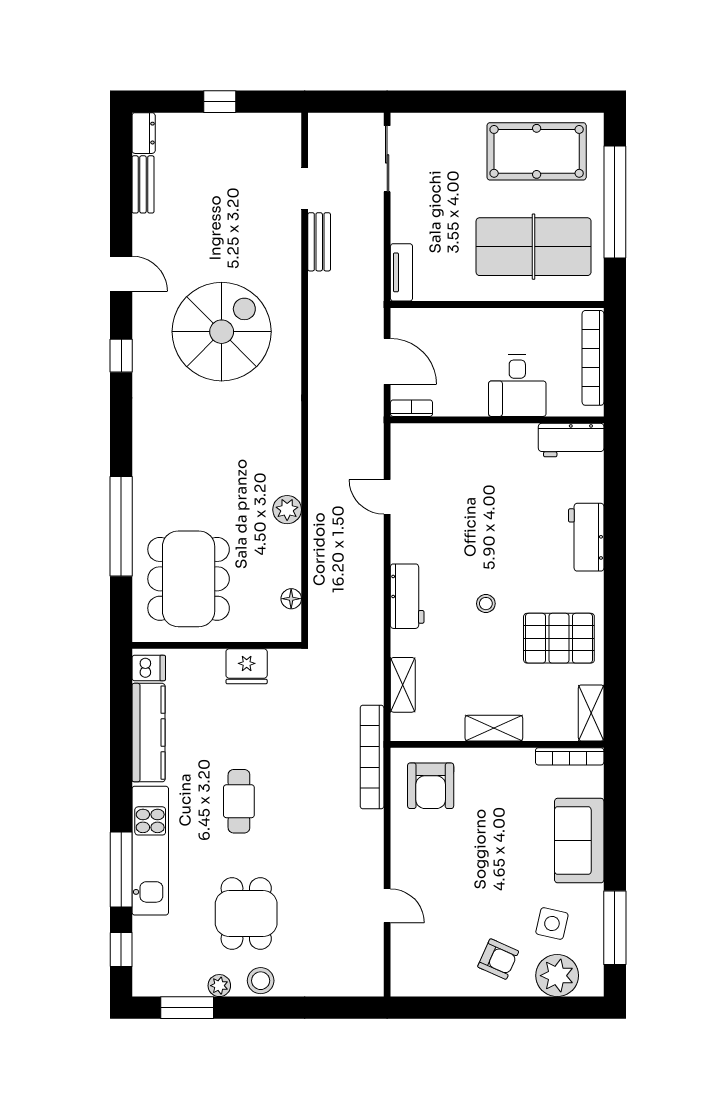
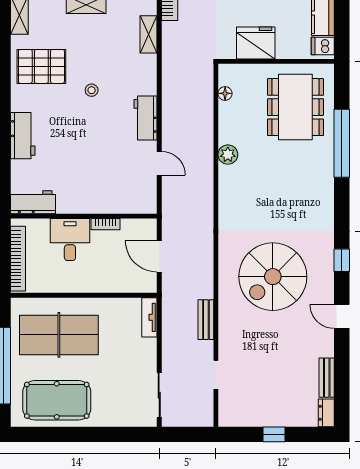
bench: (319, 242) -> (206, 320), moved
bookcase: (411, 408) -> (106, 224), moved
workbench: (407, 596) -> (146, 118), moved
fridge: (247, 666) -> (256, 43), width x1.36, depth x1.34

